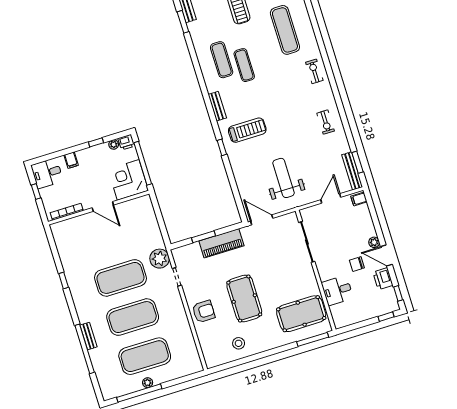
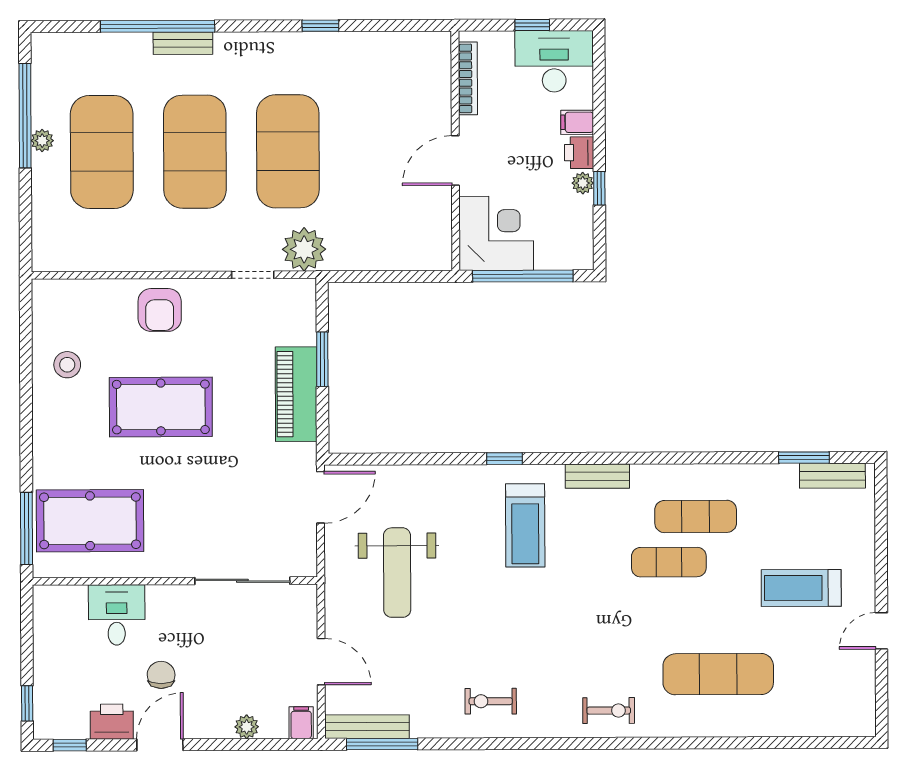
printer: (126, 142) -> (579, 153), moved
plant: (114, 144) -> (583, 183), moved
window: (358, 162) -> (382, 744), width x1.44
desk: (47, 173) -> (554, 61), width x1.37
weight bench: (284, 178) -> (397, 573), turned 90
plant: (374, 242) -> (247, 727), moved
pool table: (301, 314) -> (90, 521), turned 90

